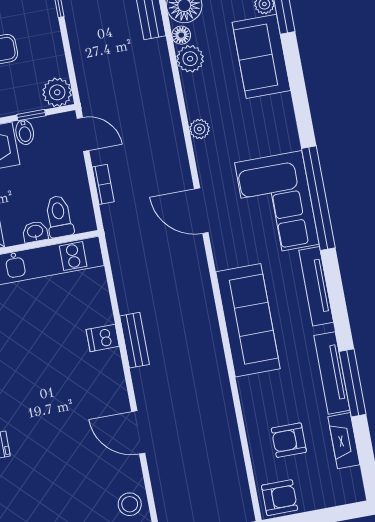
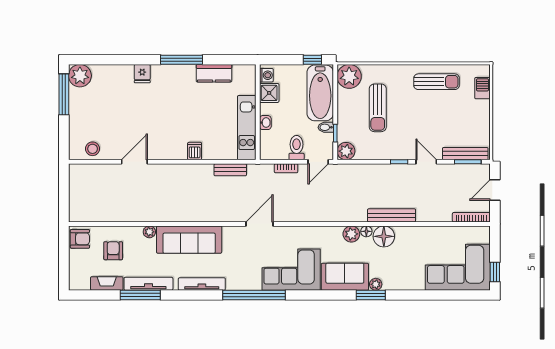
plant: (199, 129) -> (149, 232), moved
corner sofa: (277, 204) -> (291, 270), moved
toilet: (59, 216) -> (297, 148), moved, turned -90
bench: (135, 340) -> (230, 170), moved
armchair: (280, 498) -> (80, 239), turned -90

